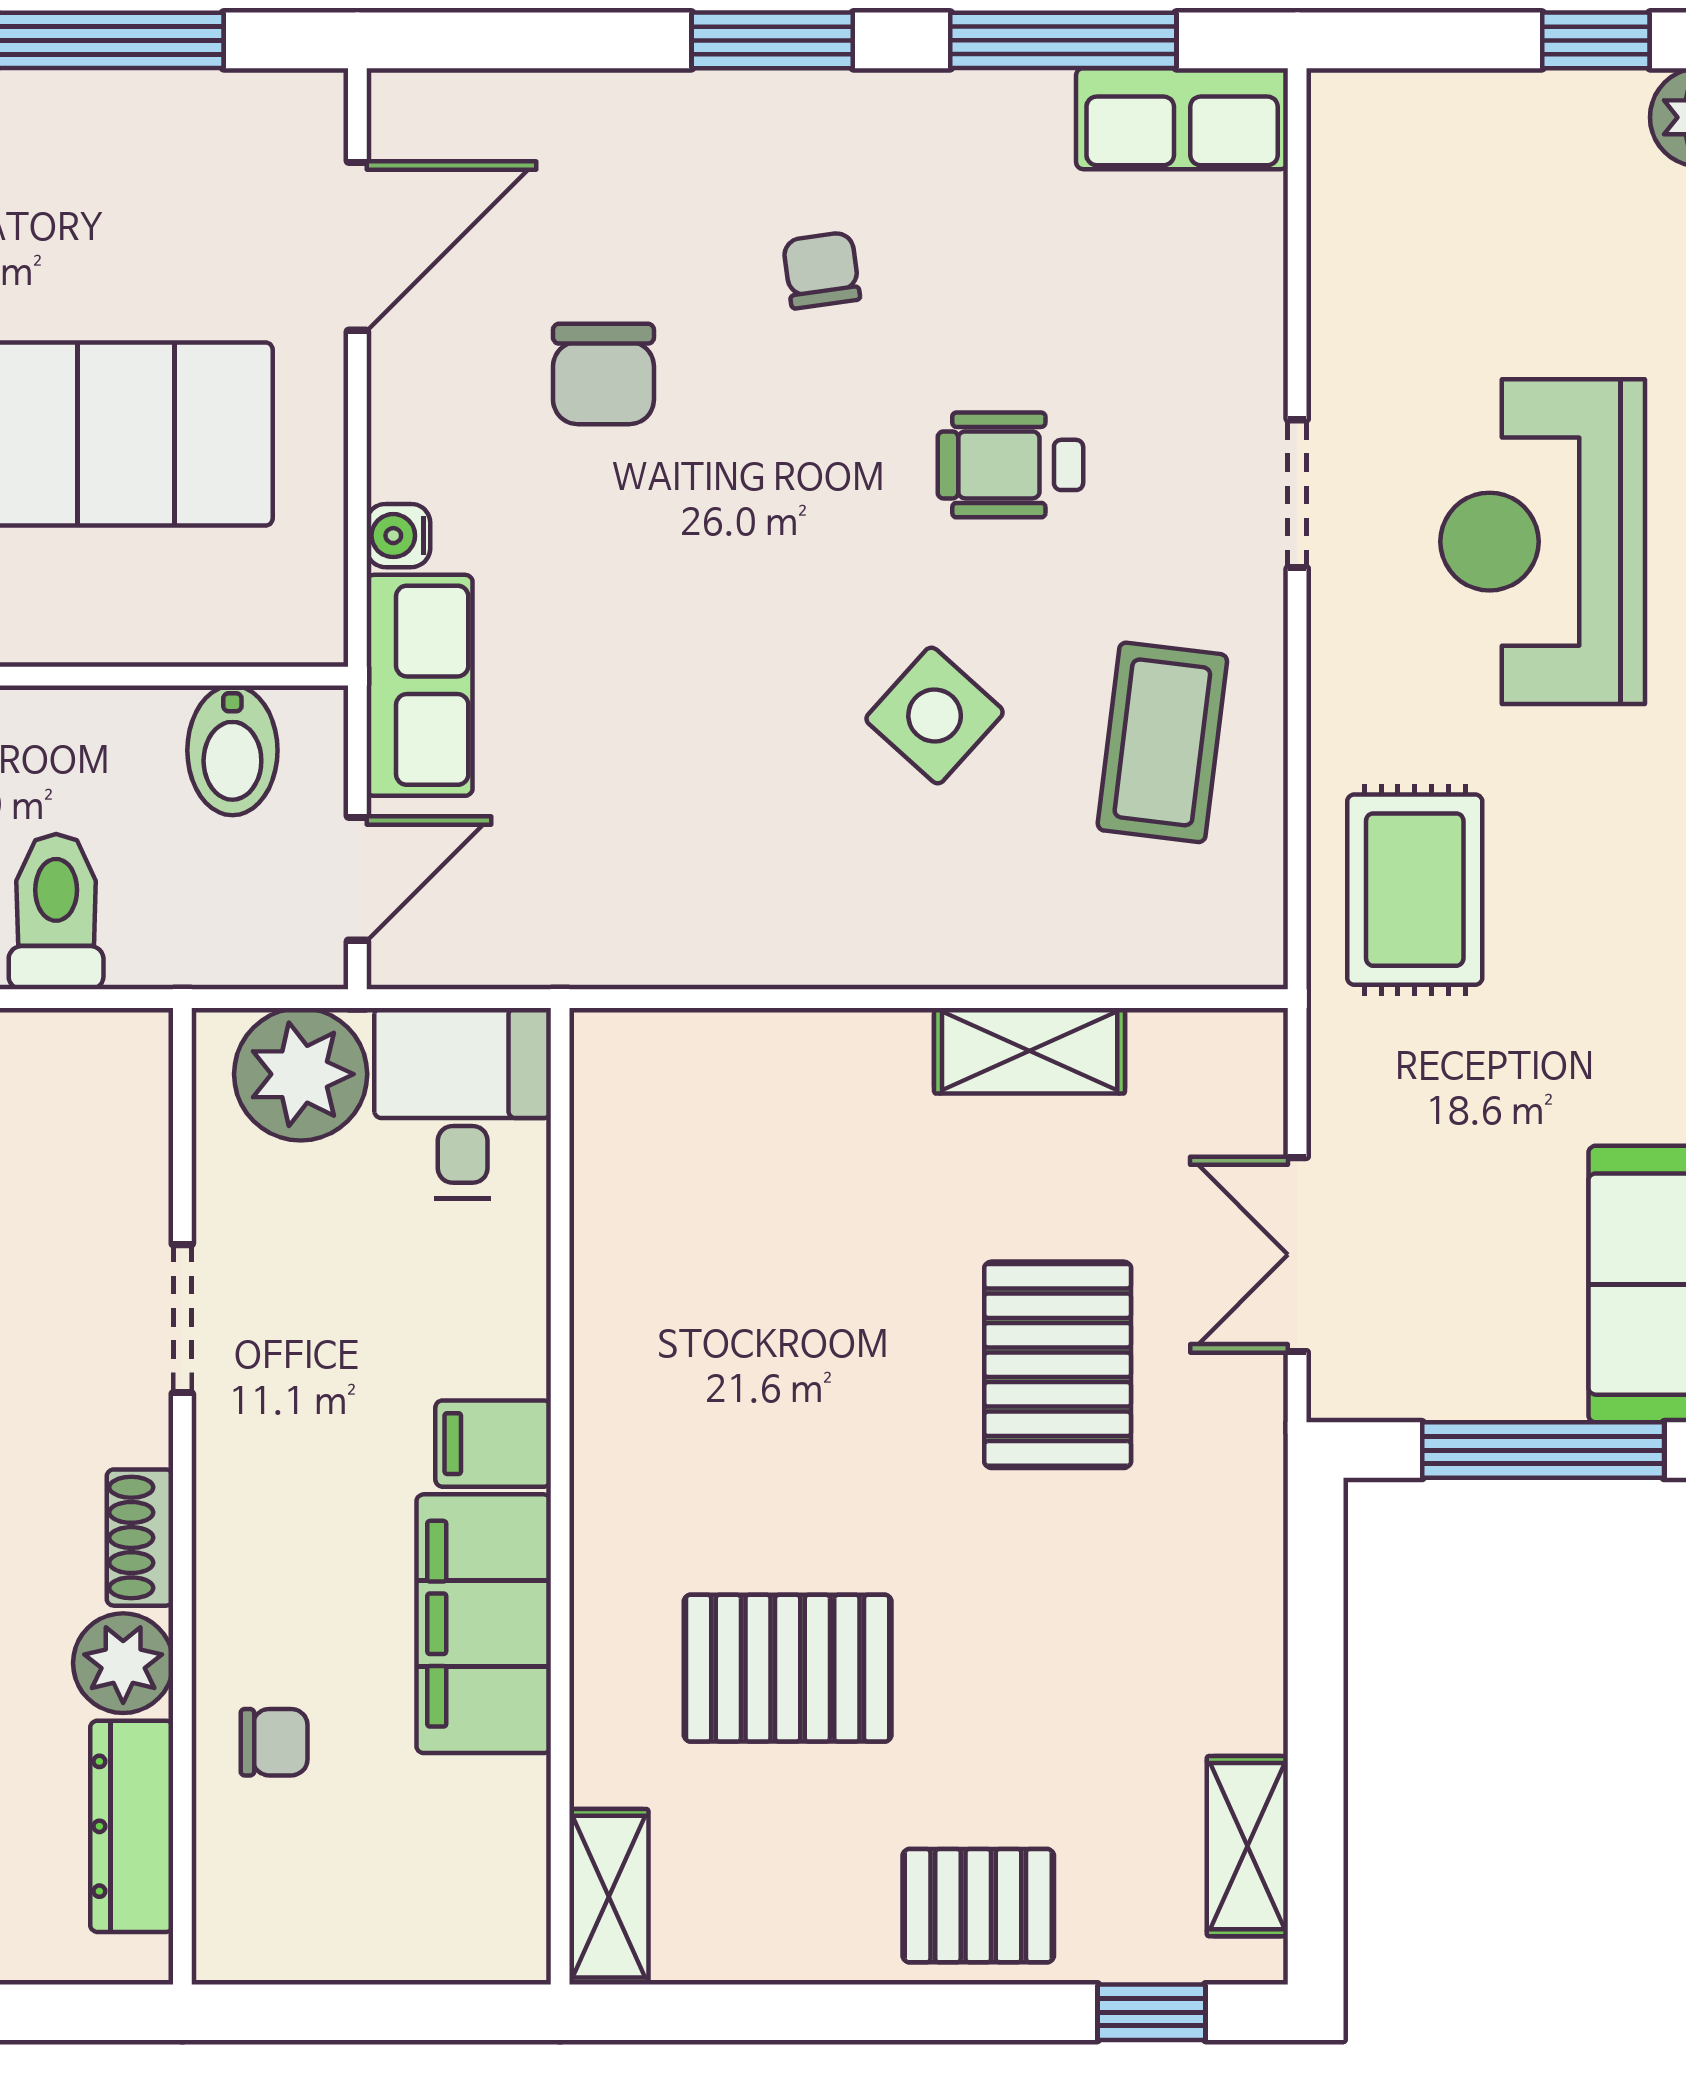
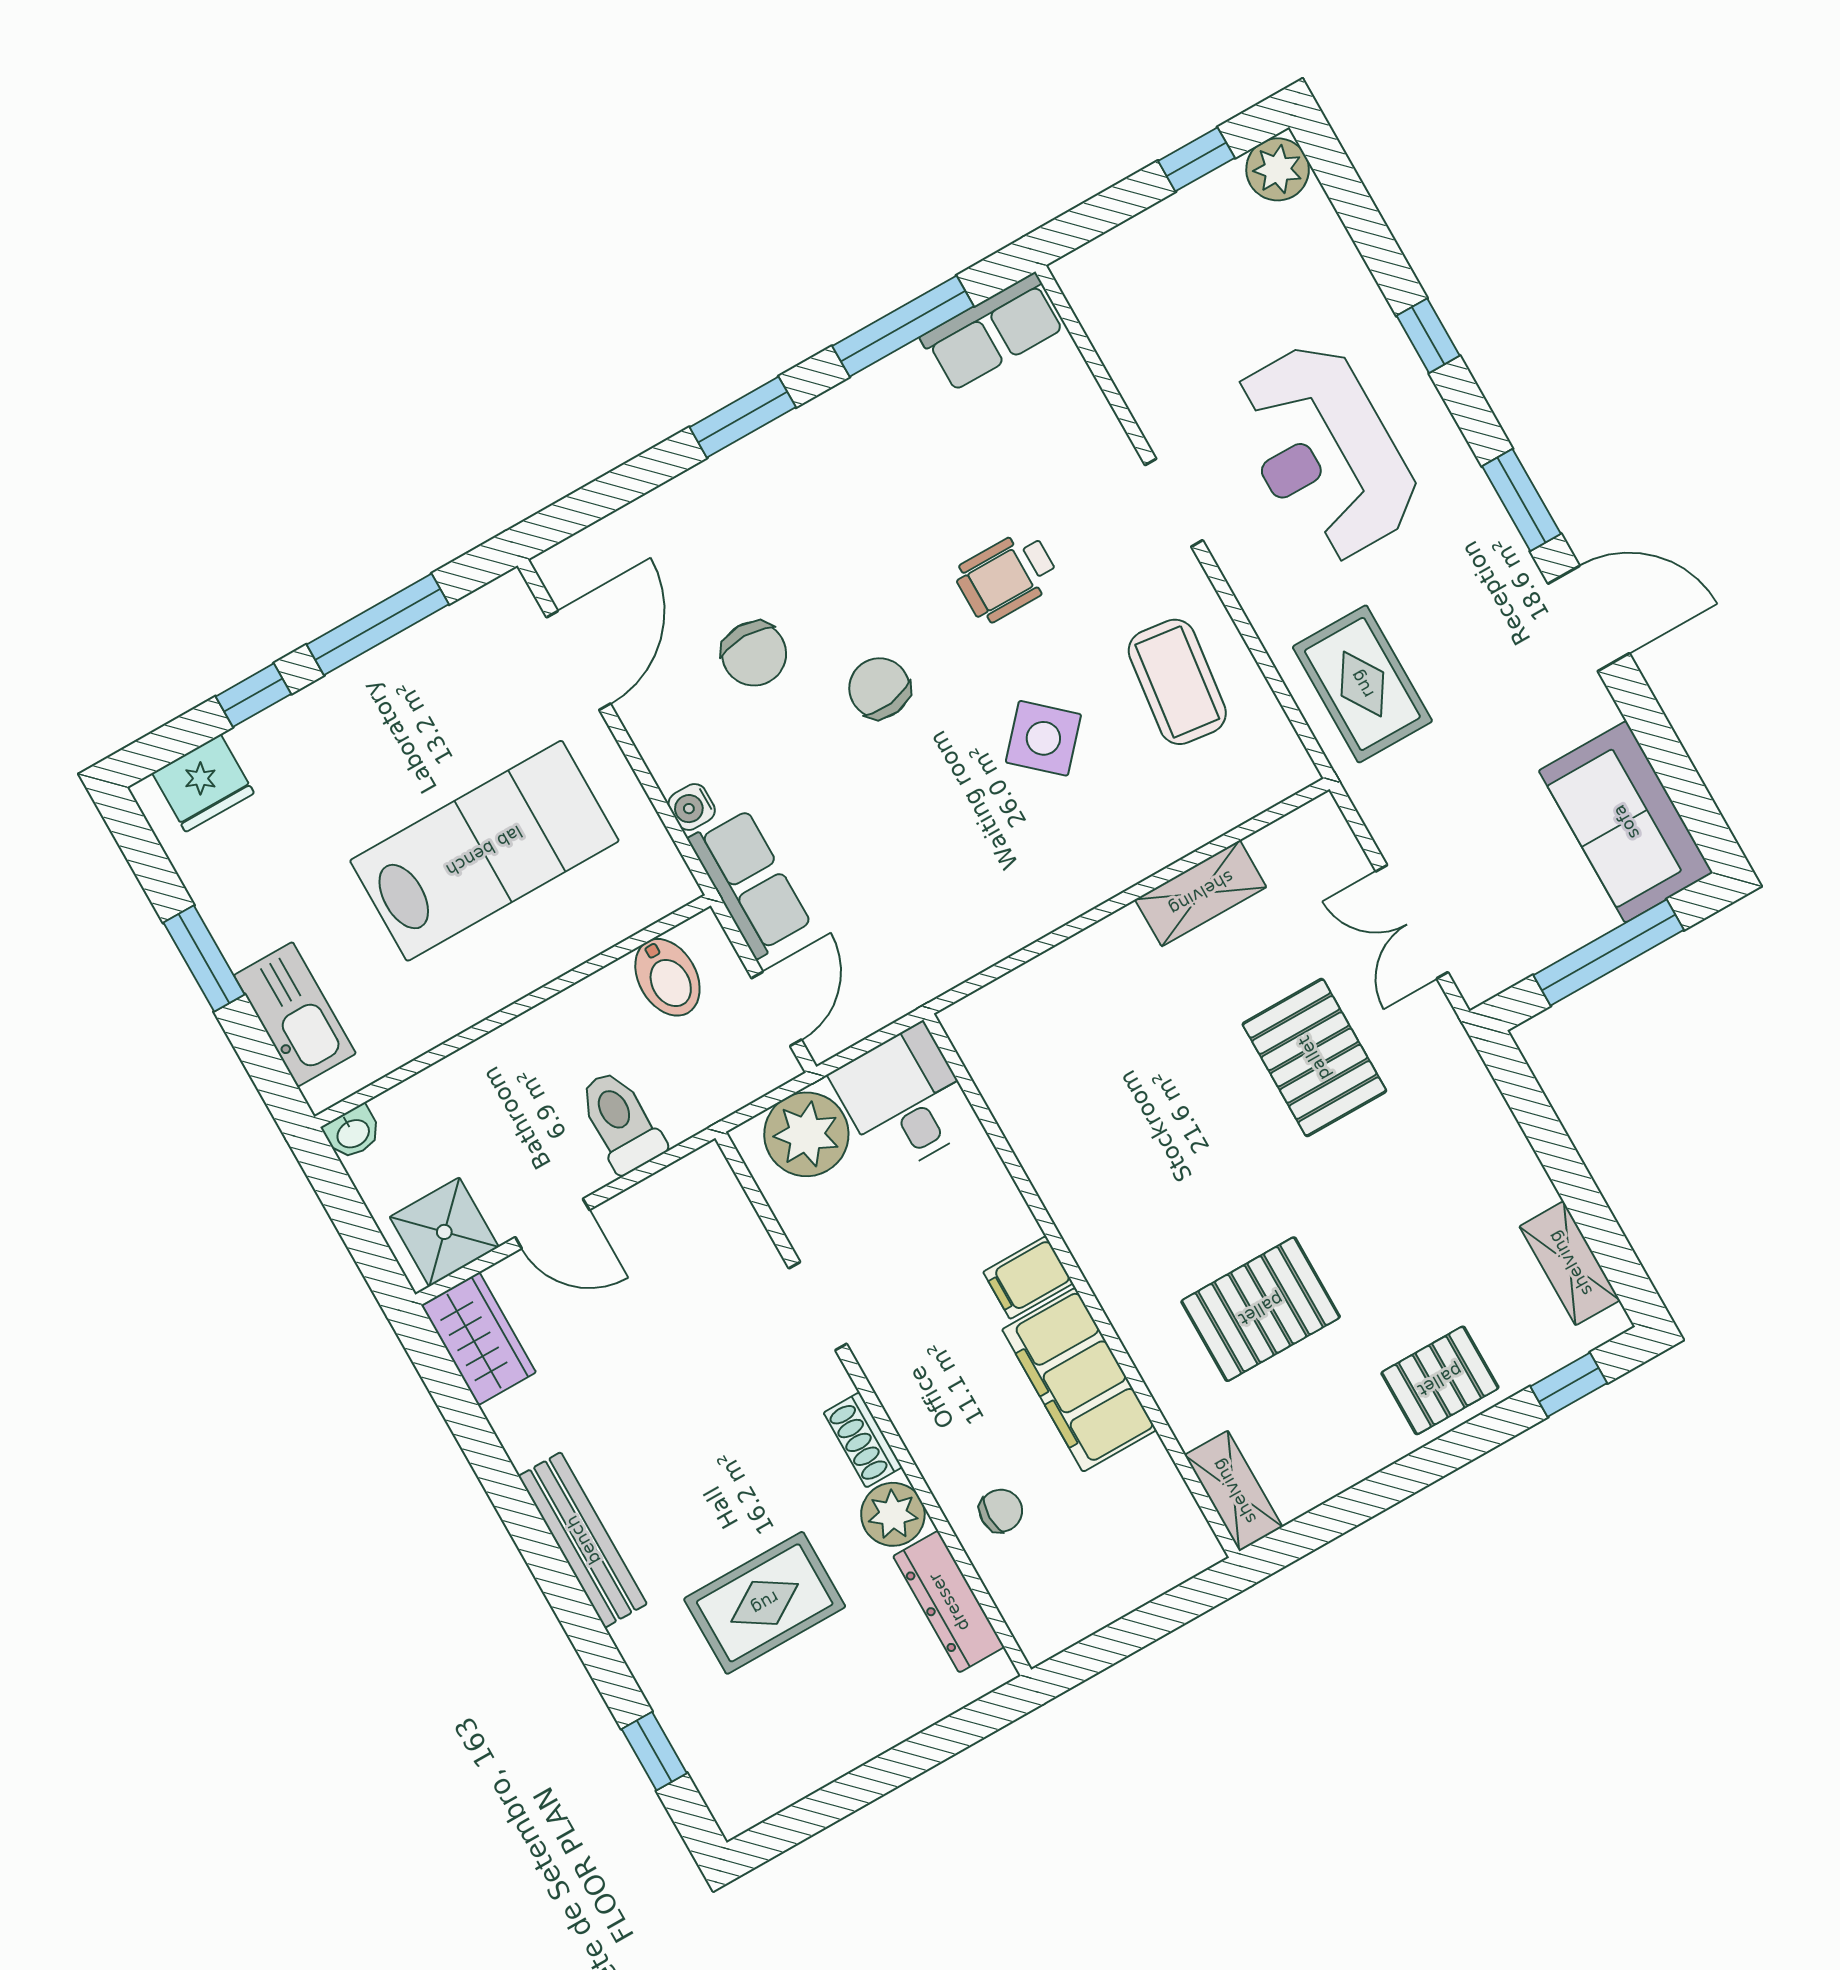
chair: (821, 270) -> (879, 688), moved, width x1.37, depth x1.37

